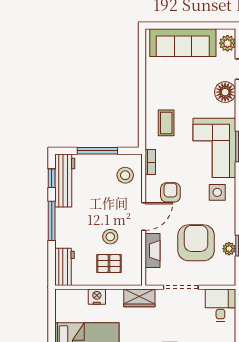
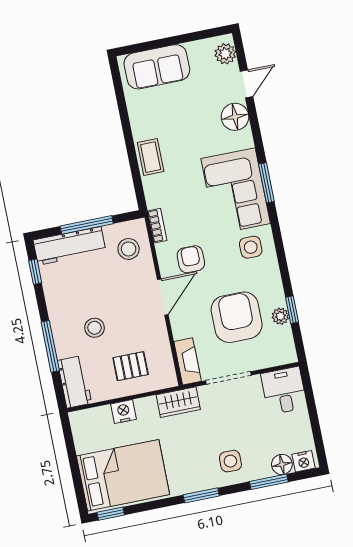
sofa: (183, 43) -> (157, 67), width x0.73
coffee table: (166, 123) -> (151, 157), moved
workbench: (65, 180) -> (69, 246), moved, turned 90
window: (52, 221) -> (50, 346), moved
stool: (110, 237) -> (95, 328), moved
fireplace: (153, 251) -> (188, 361), moved

